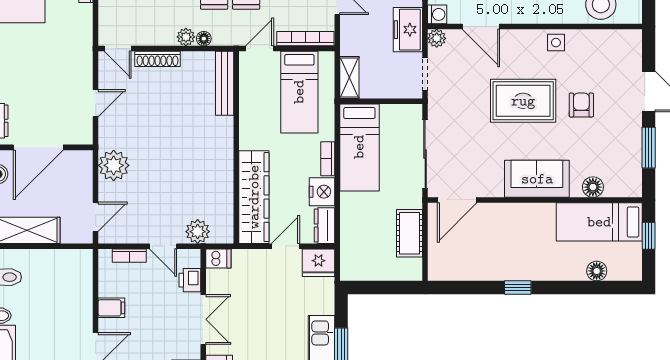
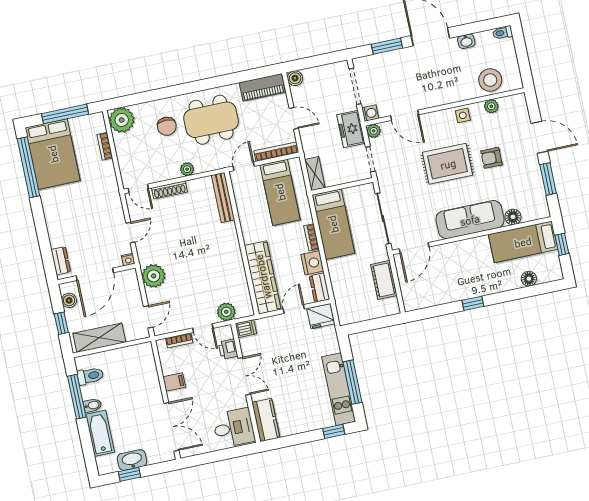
floor lamp: (204, 39) -> (201, 168), removed
plant: (595, 39) -> (491, 106), added
armchair: (581, 105) -> (491, 158), turned -90
nightstand: (85, 138) -> (128, 260), added
sofa: (537, 179) -> (470, 220), width x1.36

